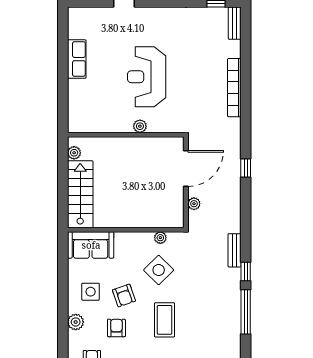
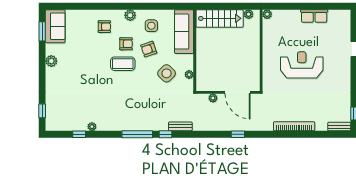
plant: (140, 126) -> (267, 14), moved
sofa: (91, 245) -> (184, 32), width x1.36
coffee table: (165, 320) -> (123, 64), moved

